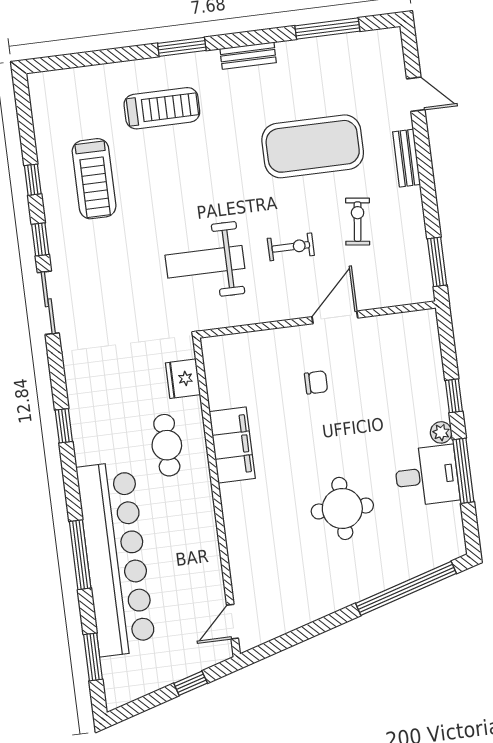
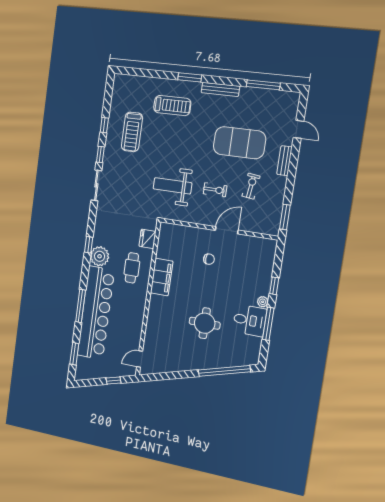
bench: (248, 56) -> (220, 89), width x1.36
plant: (93, 442) -> (100, 256), added

